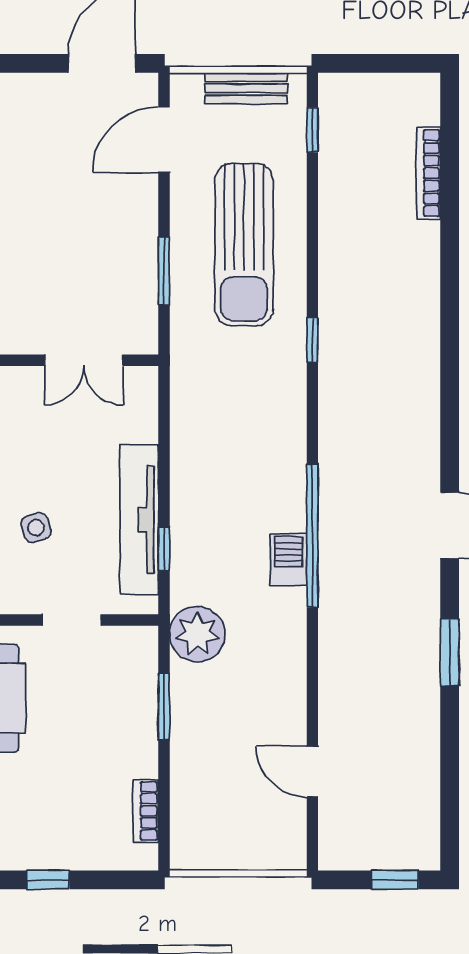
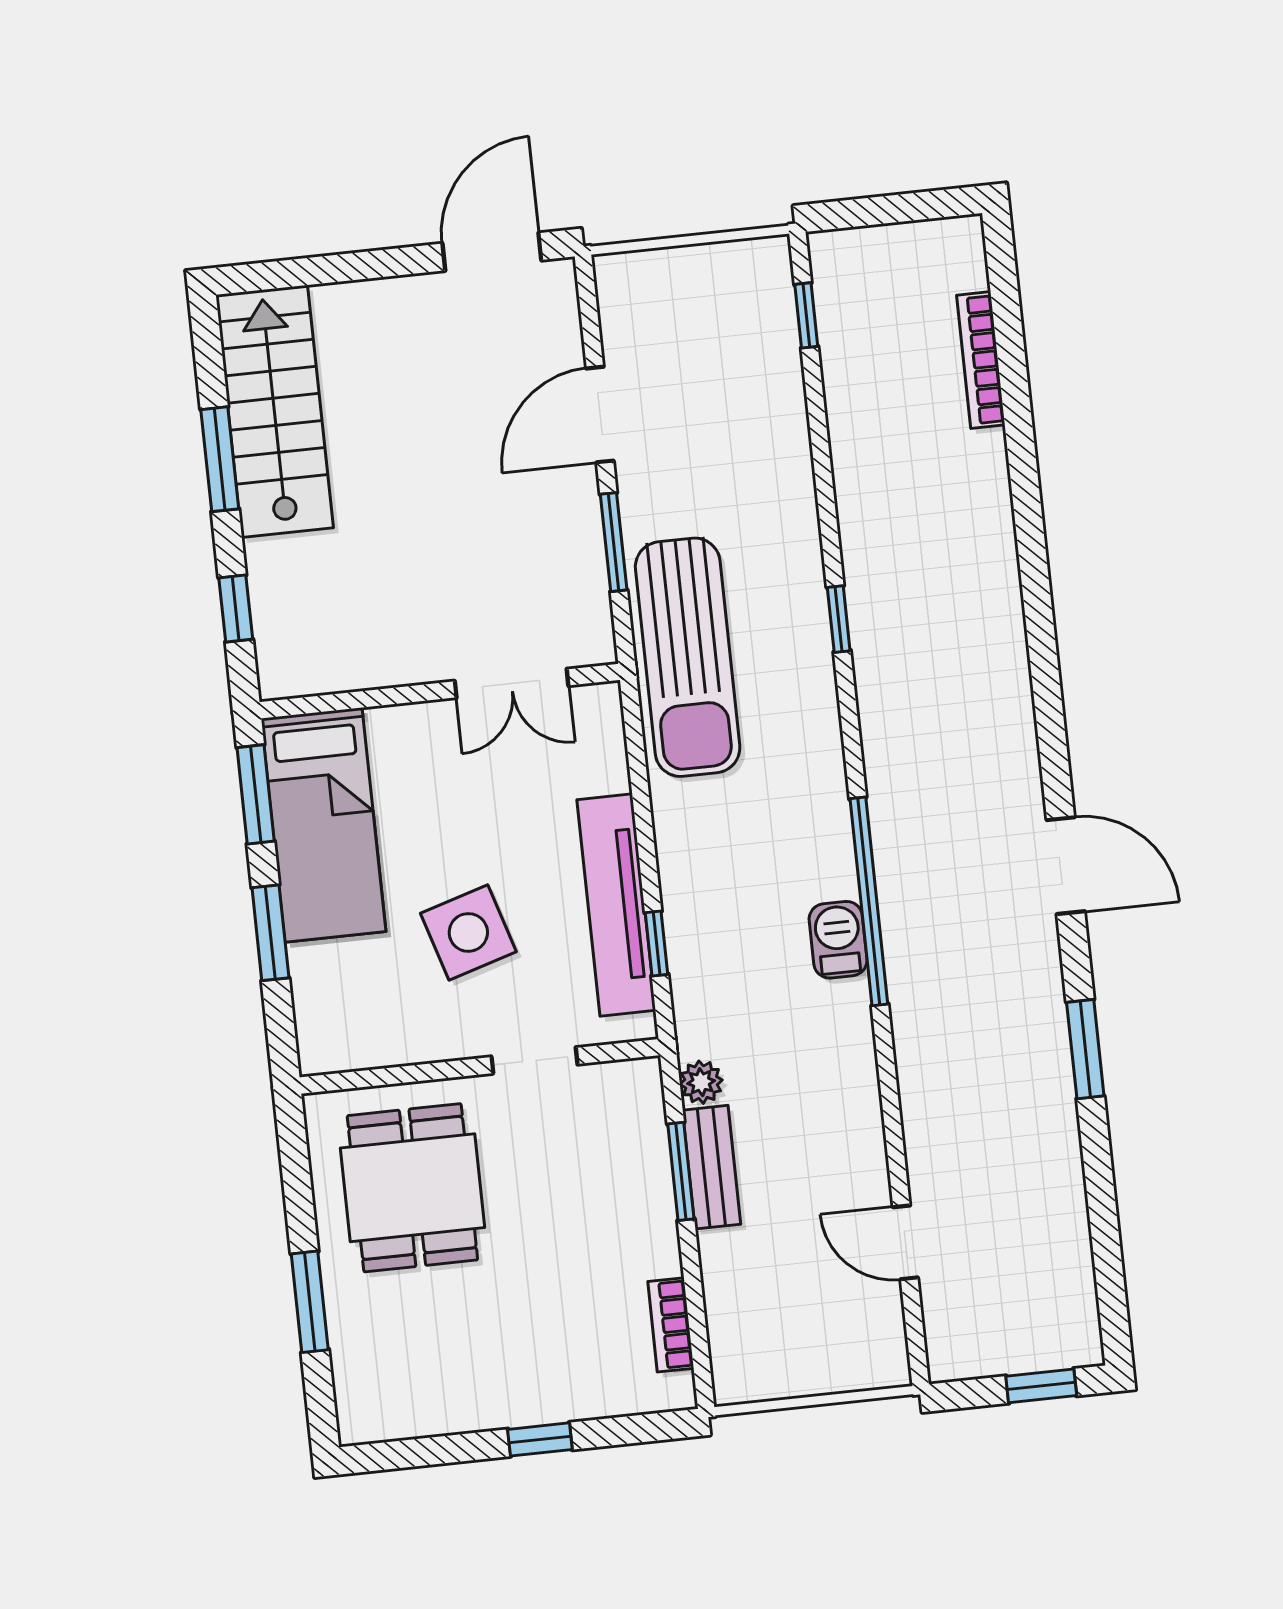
bench: (246, 88) -> (712, 1167), moved, turned 90
door: (164, 140) -> (600, 415), moved
sun lounger: (244, 244) -> (688, 657), moved
side table: (36, 528) -> (468, 932), width x1.87, depth x1.87
plant: (197, 634) -> (701, 1082), width x0.53, depth x0.53

